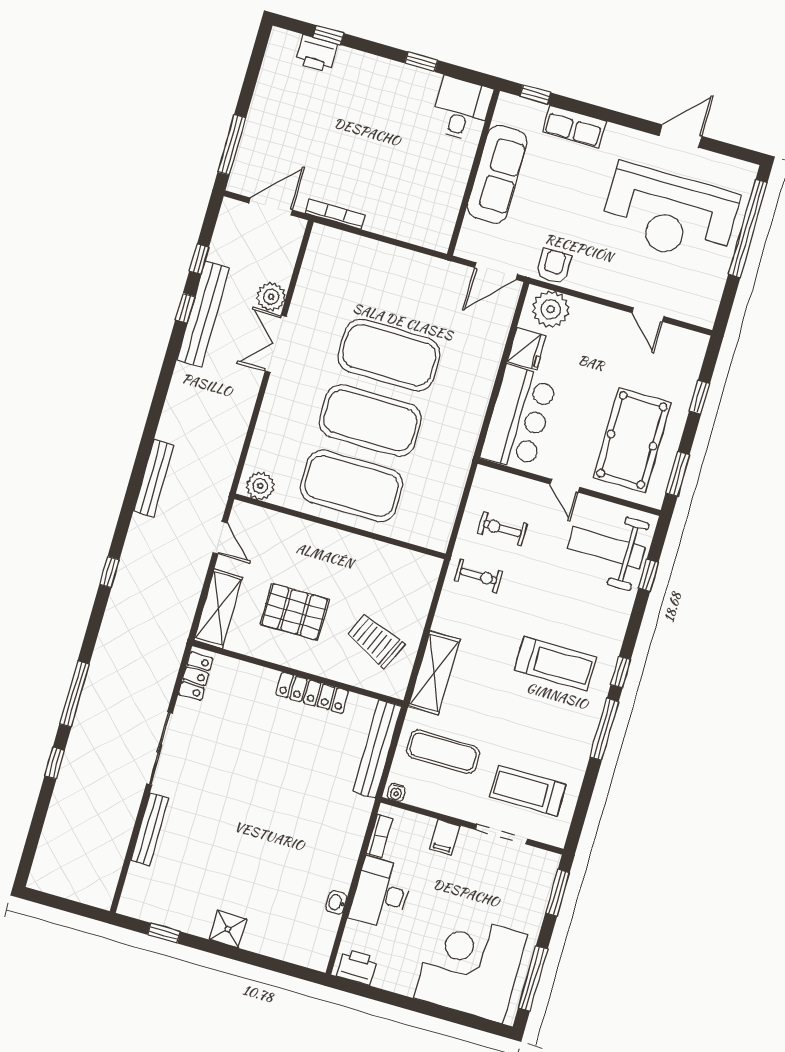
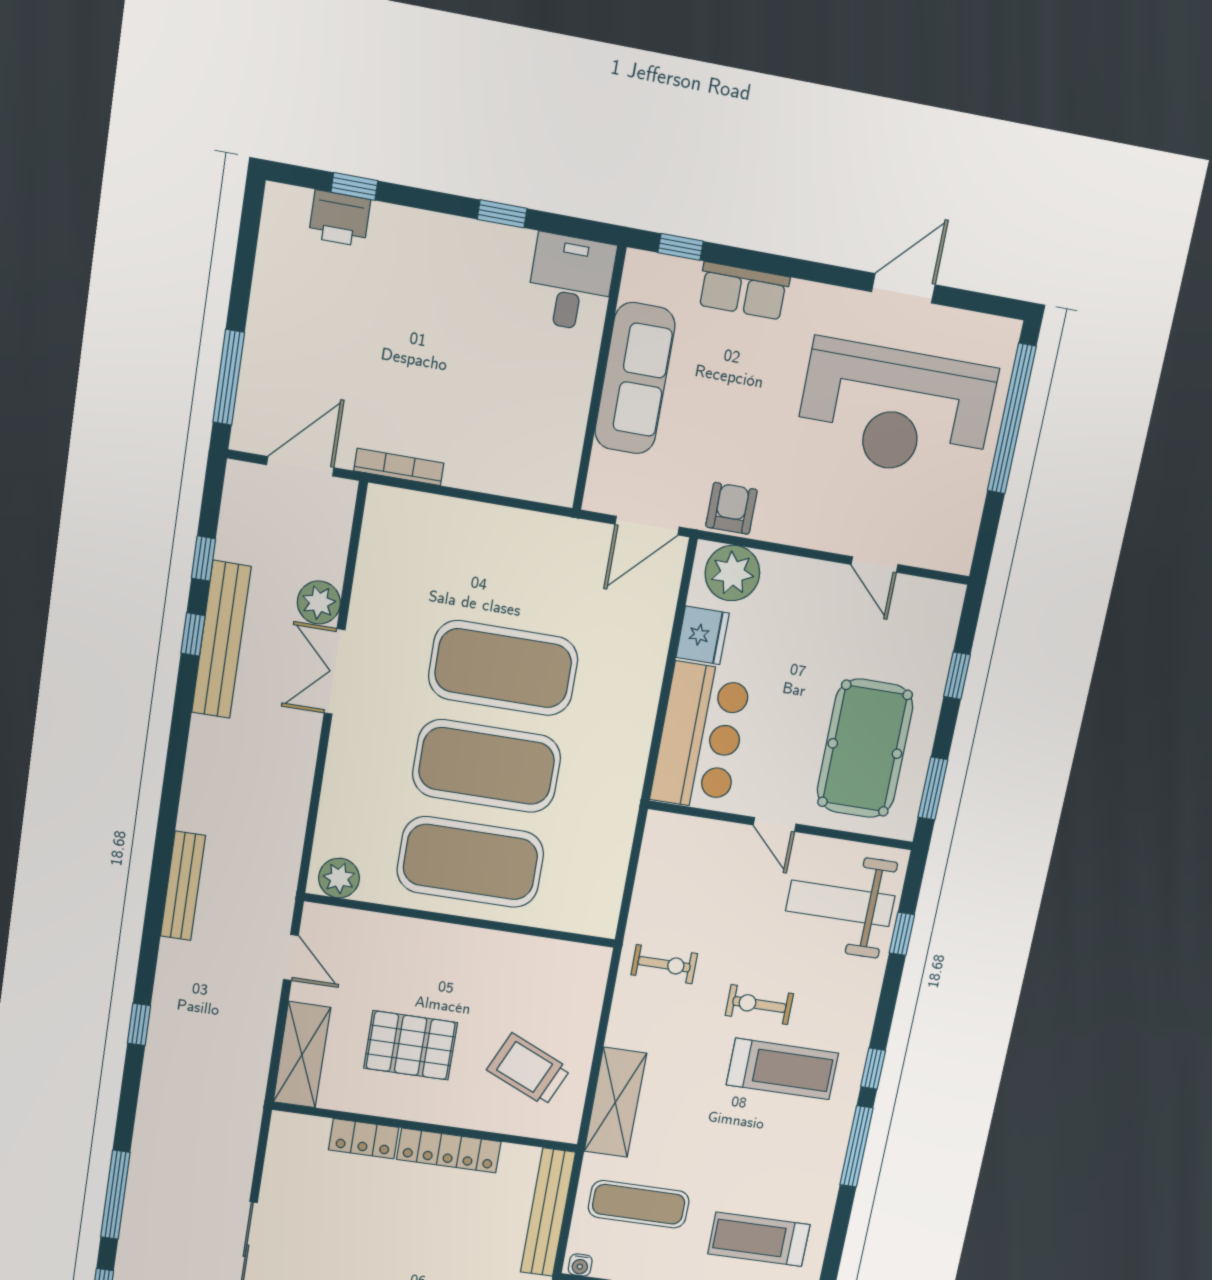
exercise bike: (502, 529) -> (759, 1005), moved
locker: (196, 676) -> (364, 1139), moved, turned 90

